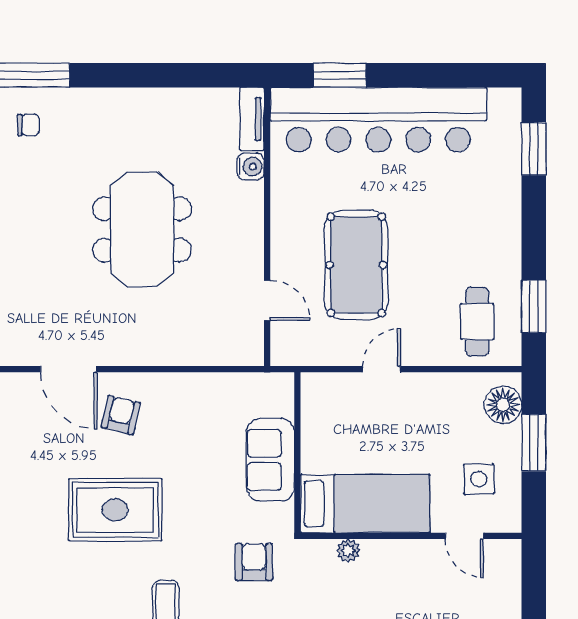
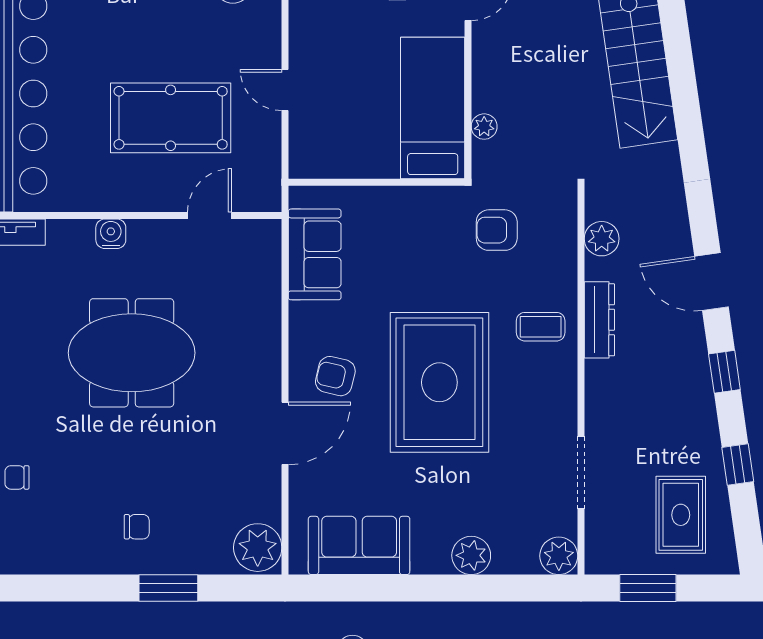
chair: (28, 125) -> (17, 477), turned -90
water cooler: (251, 167) -> (111, 234), moved
sofa: (270, 460) -> (315, 254), moved, turned -90
rug: (115, 510) -> (439, 382), width x1.37, depth x1.44

